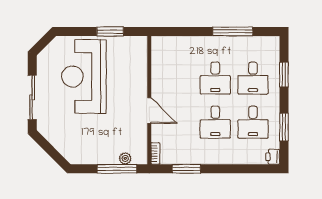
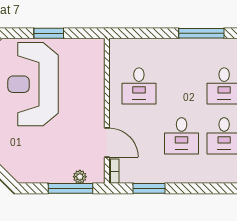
window: (110, 31) -> (49, 33), moved
desk: (215, 78) -> (139, 86), moved
door: (149, 111) -> (107, 143), moved

